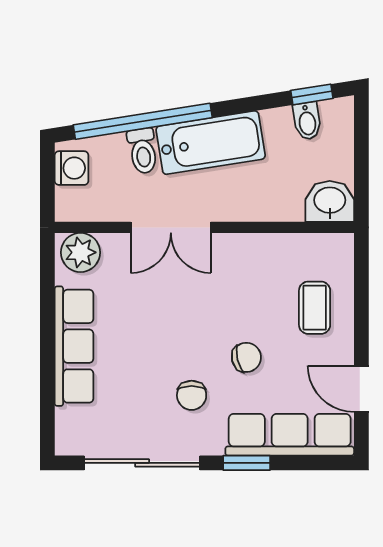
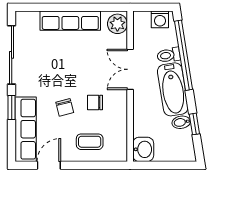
window: (312, 94) -> (194, 124), moved
bidet: (307, 121) -> (181, 122), moved
chair: (192, 395) -> (95, 102), moved

